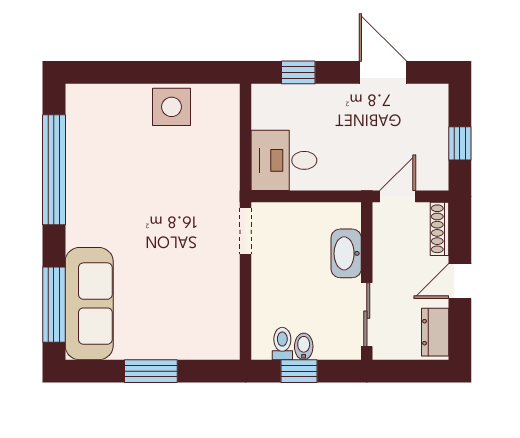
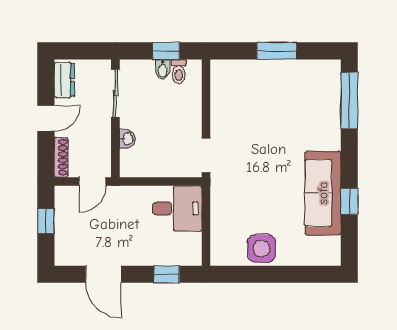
window: (54, 170) -> (349, 201), width x0.32
washbasin: (346, 253) -> (127, 139), width x0.52, depth x0.69
sofa: (89, 304) -> (323, 193), moved

